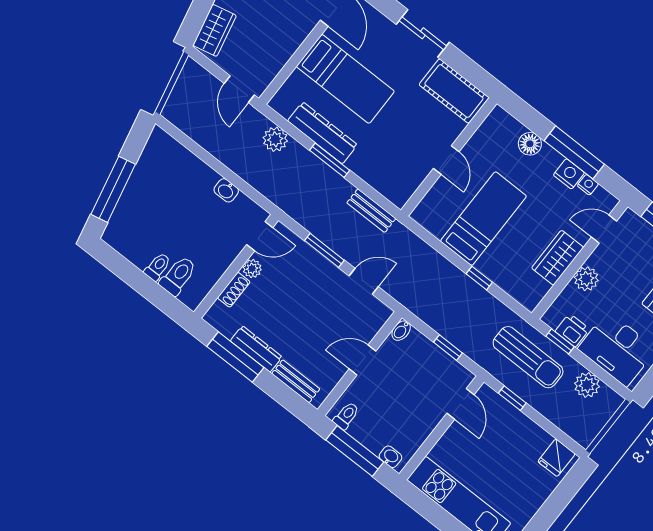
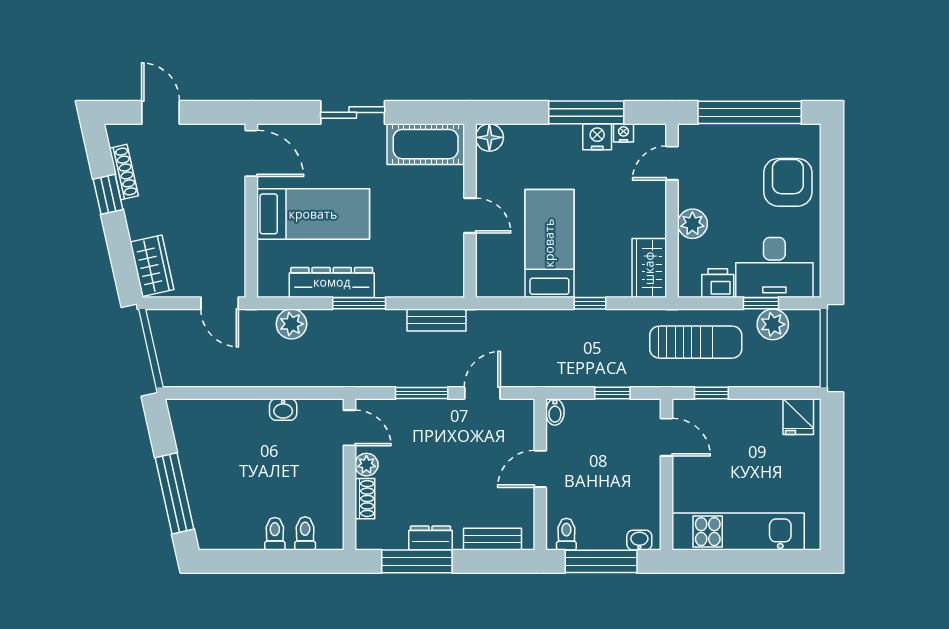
floor lamp: (530, 144) -> (489, 137), moved
door: (260, 236) -> (349, 428), hinge flipped
wardrobe: (558, 258) -> (649, 268), moved
toilet: (178, 276) -> (305, 533), width x0.73, depth x0.72
window: (560, 341) -> (761, 303), moved
dresser: (256, 349) -> (431, 538), width x0.70

